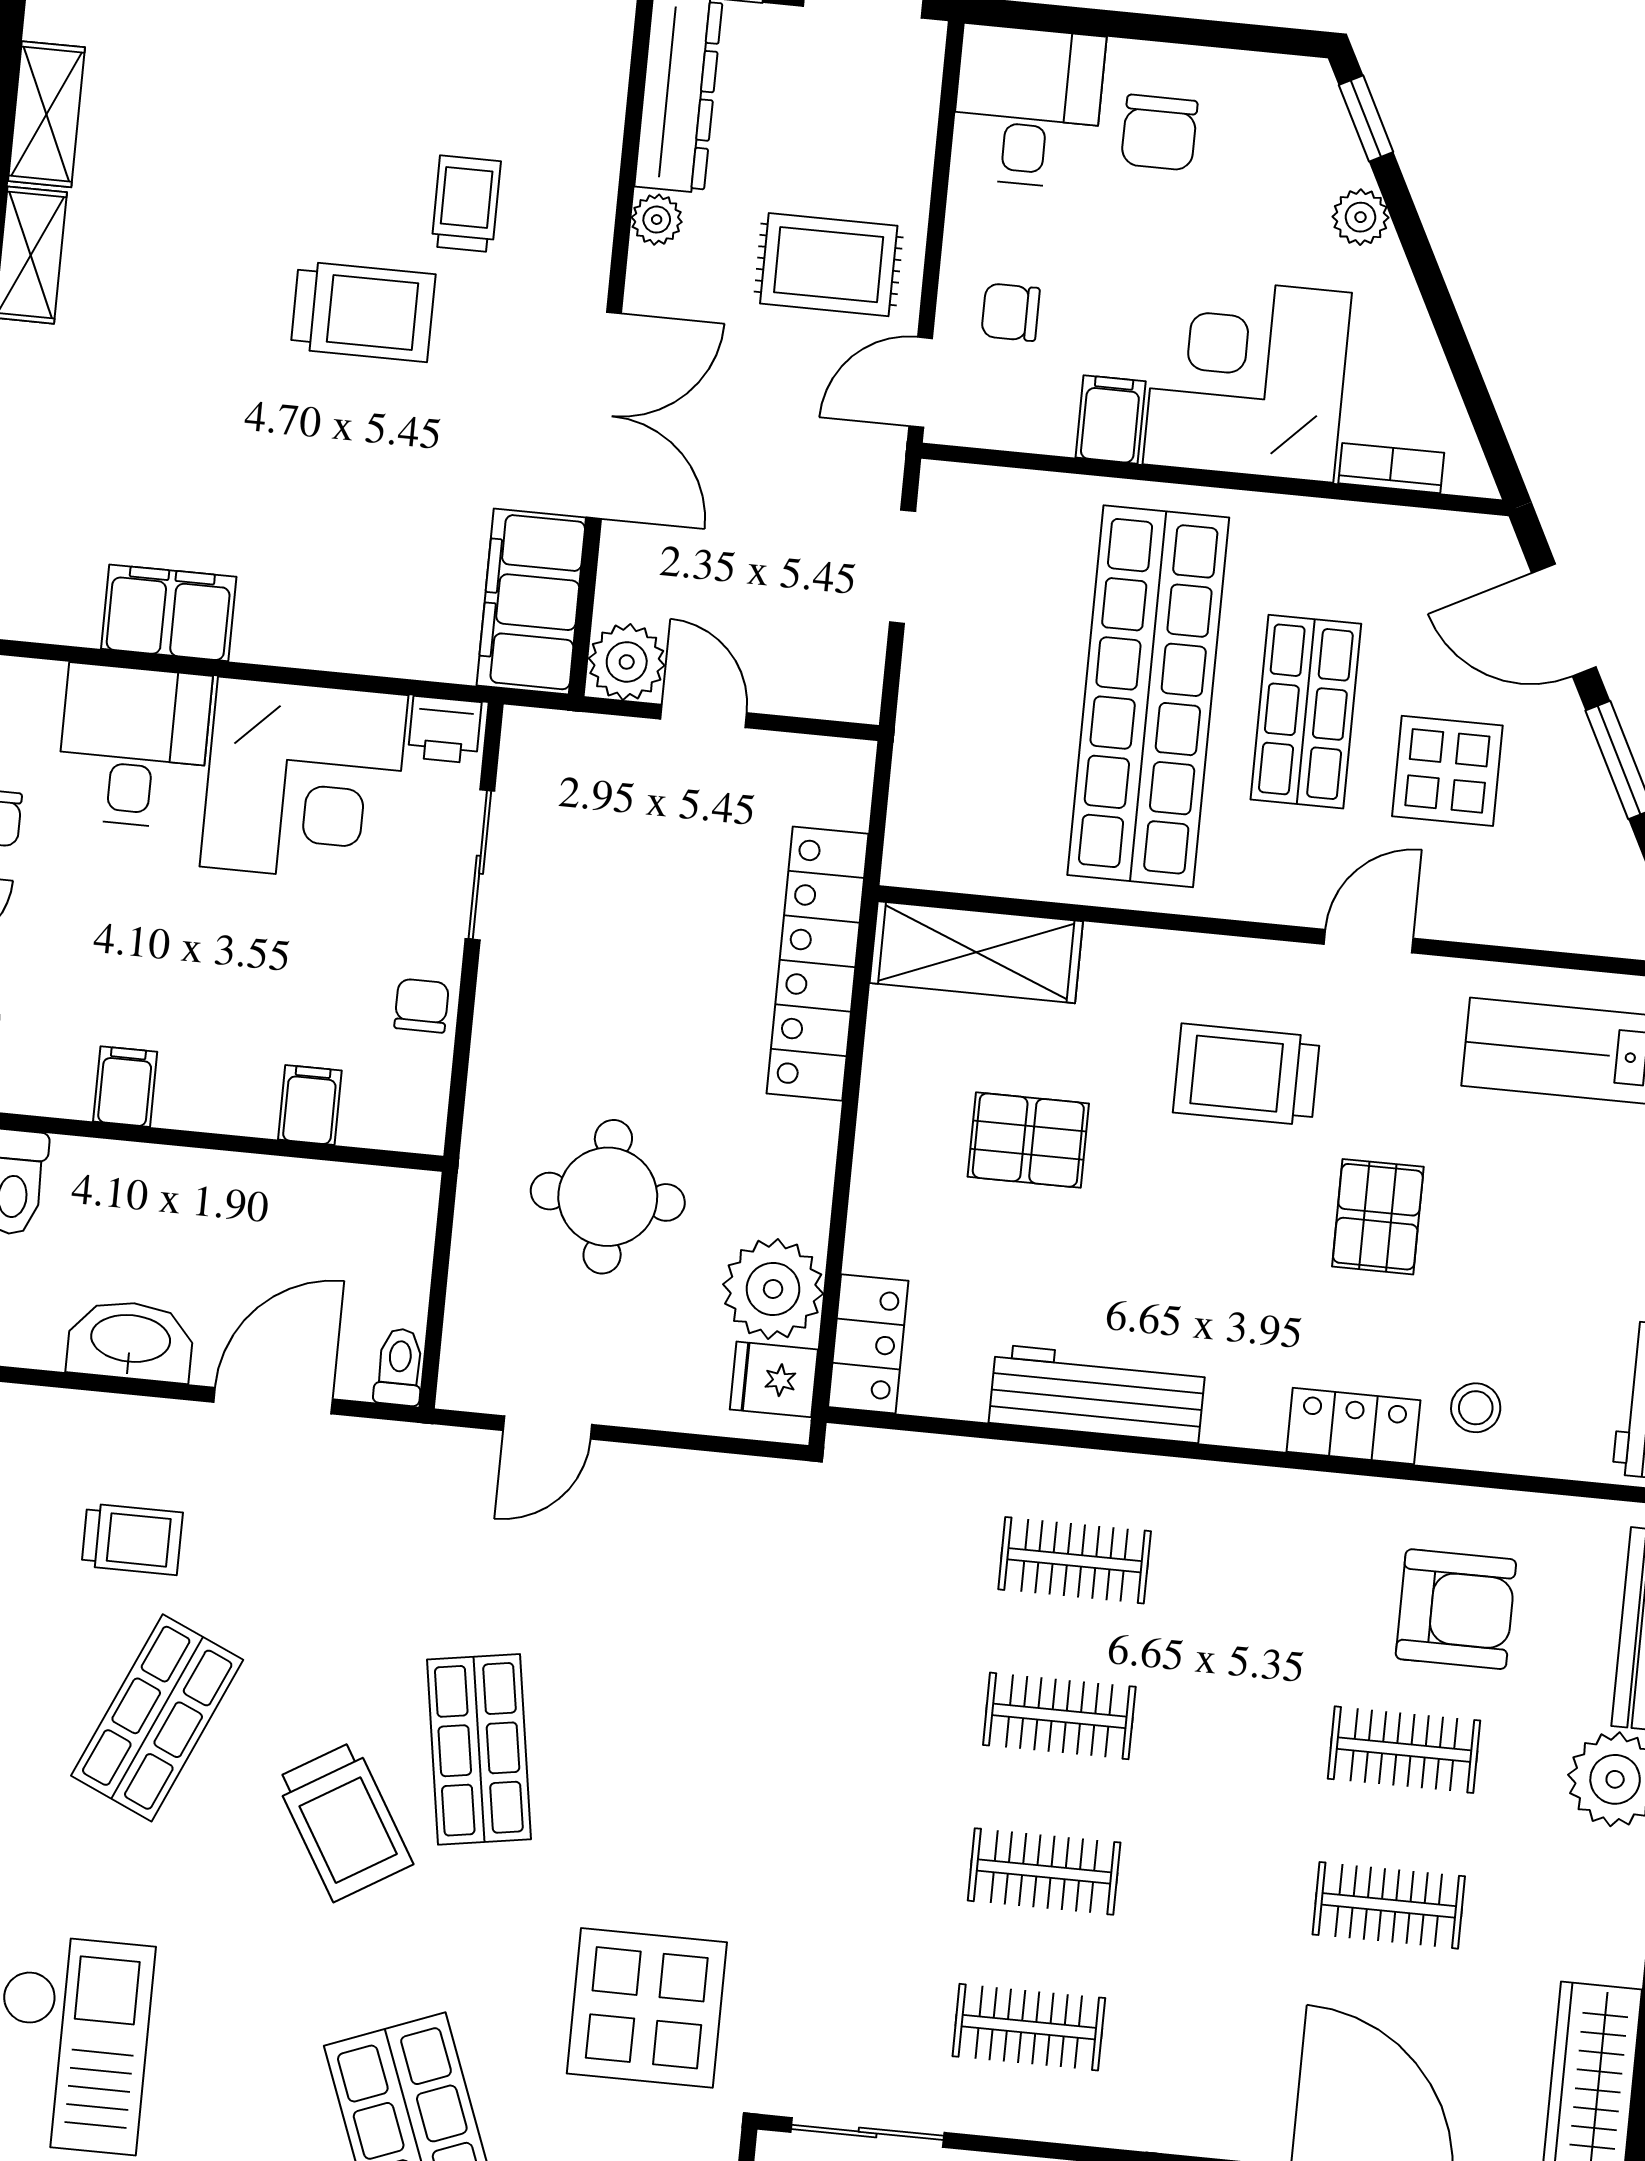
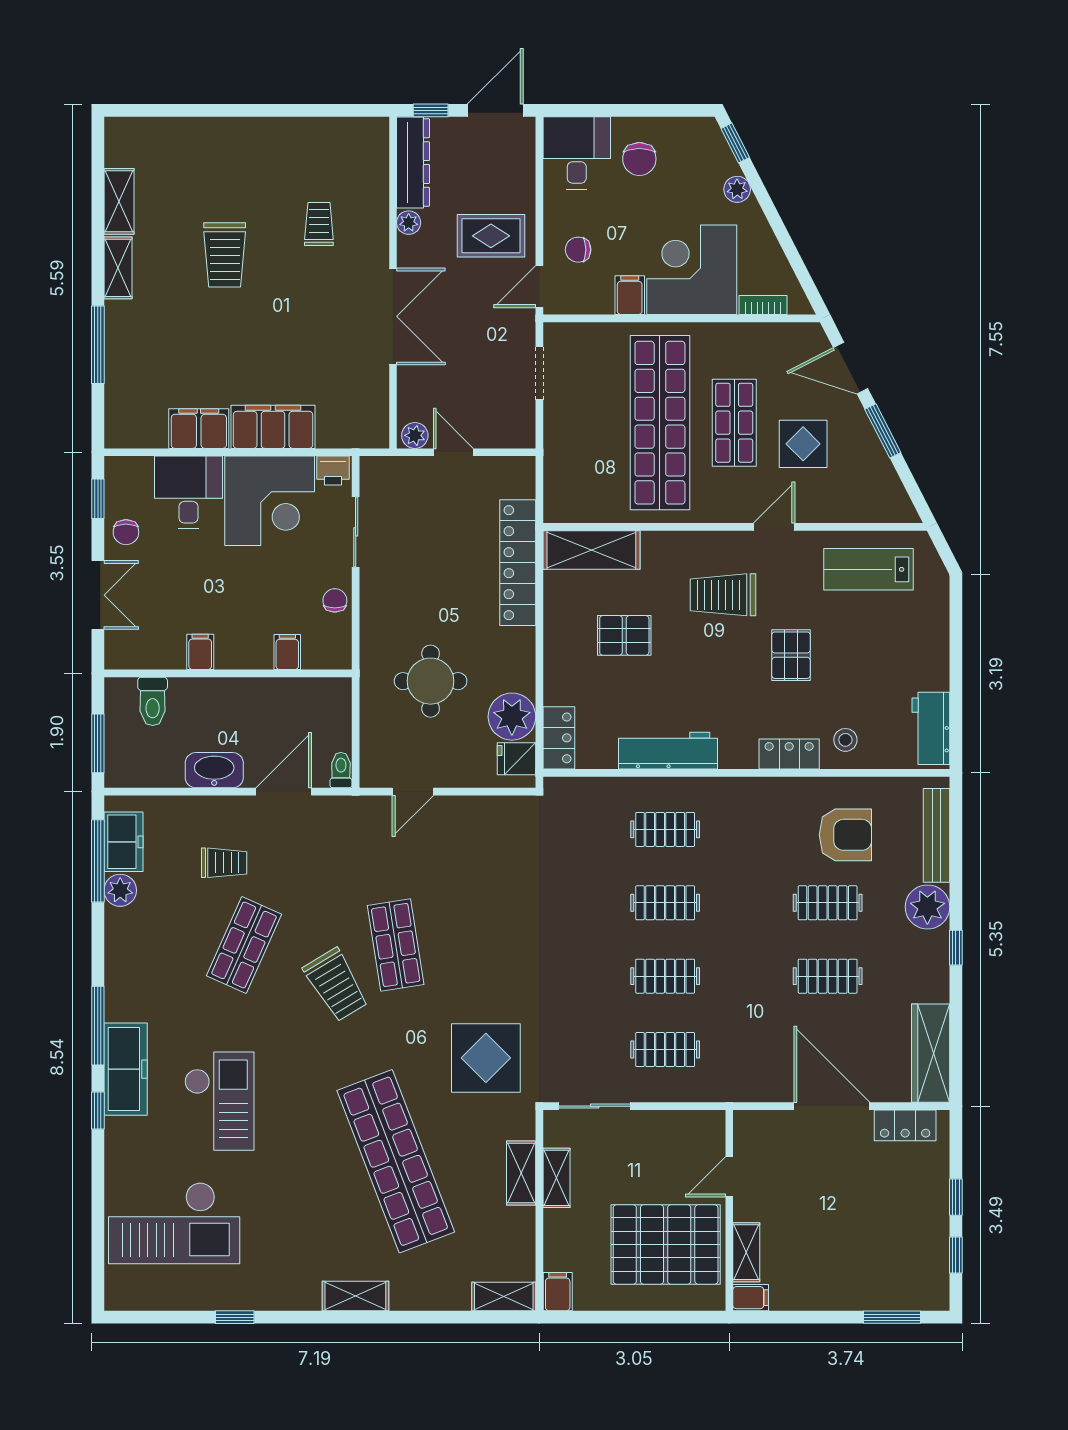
trolley: (363, 312) -> (225, 255), moved, turned 90
filing cabinet: (531, 602) -> (273, 427), moved, turned 90
plant: (627, 662) -> (415, 435), width x0.73, depth x0.73

